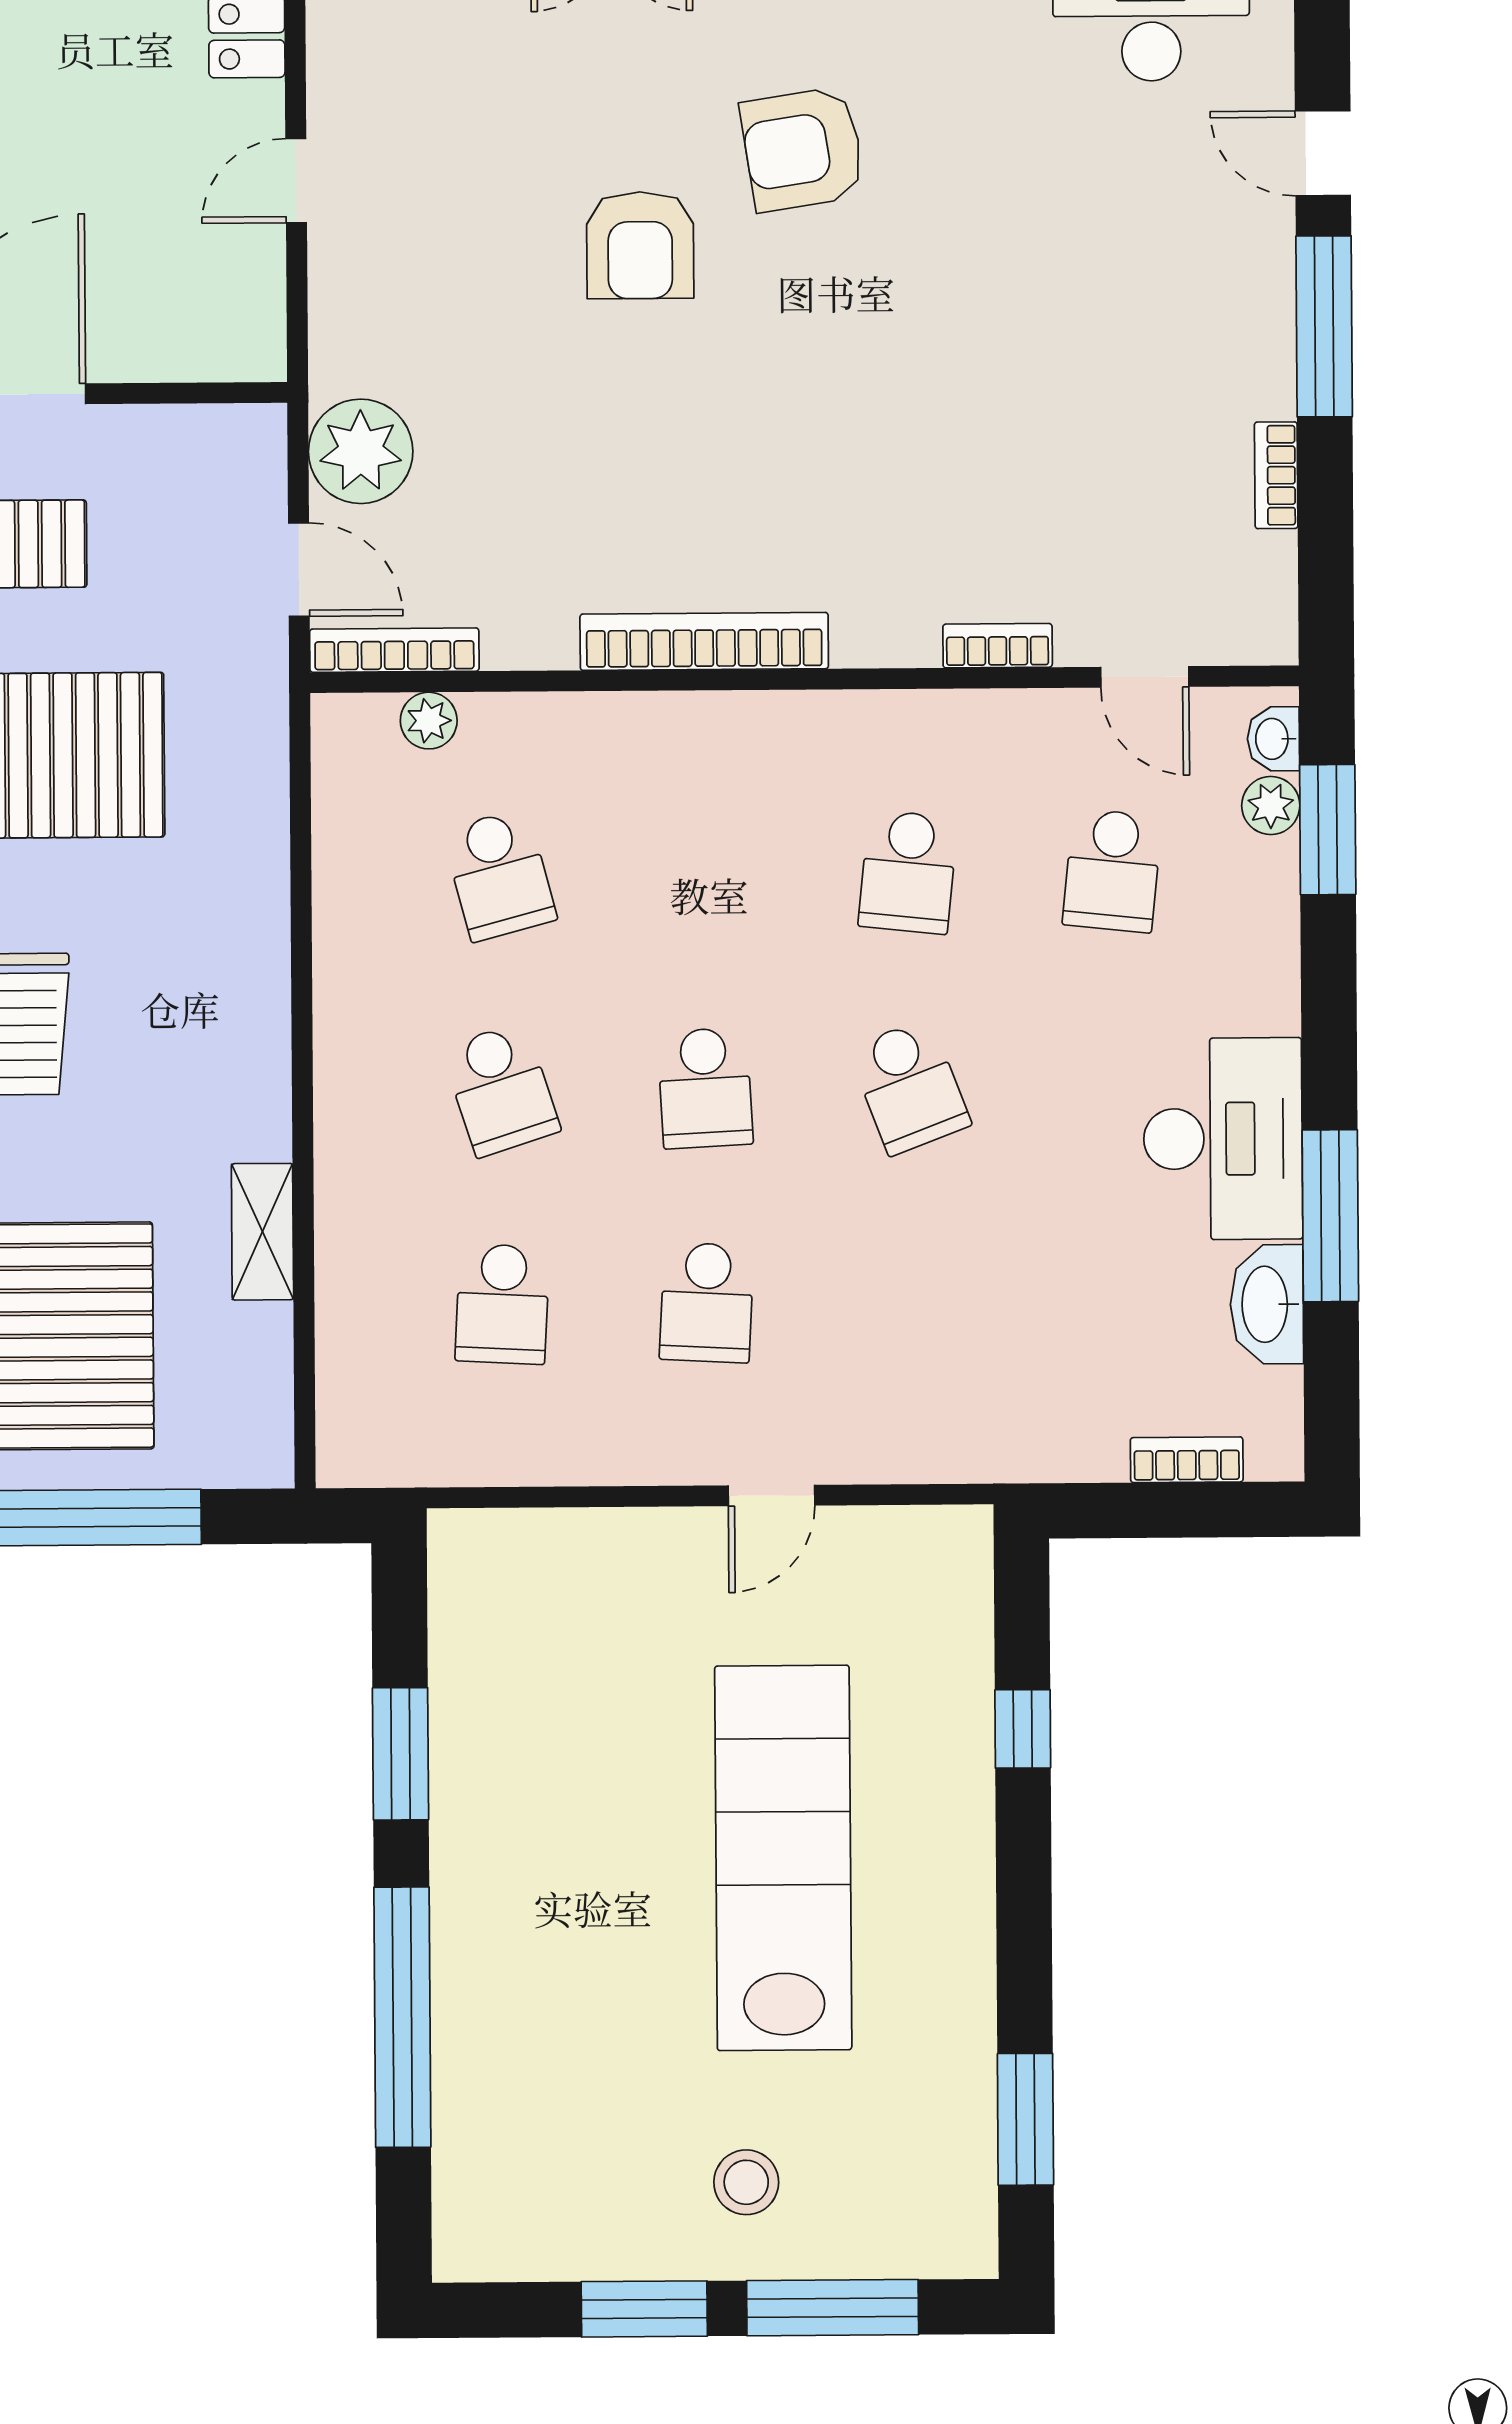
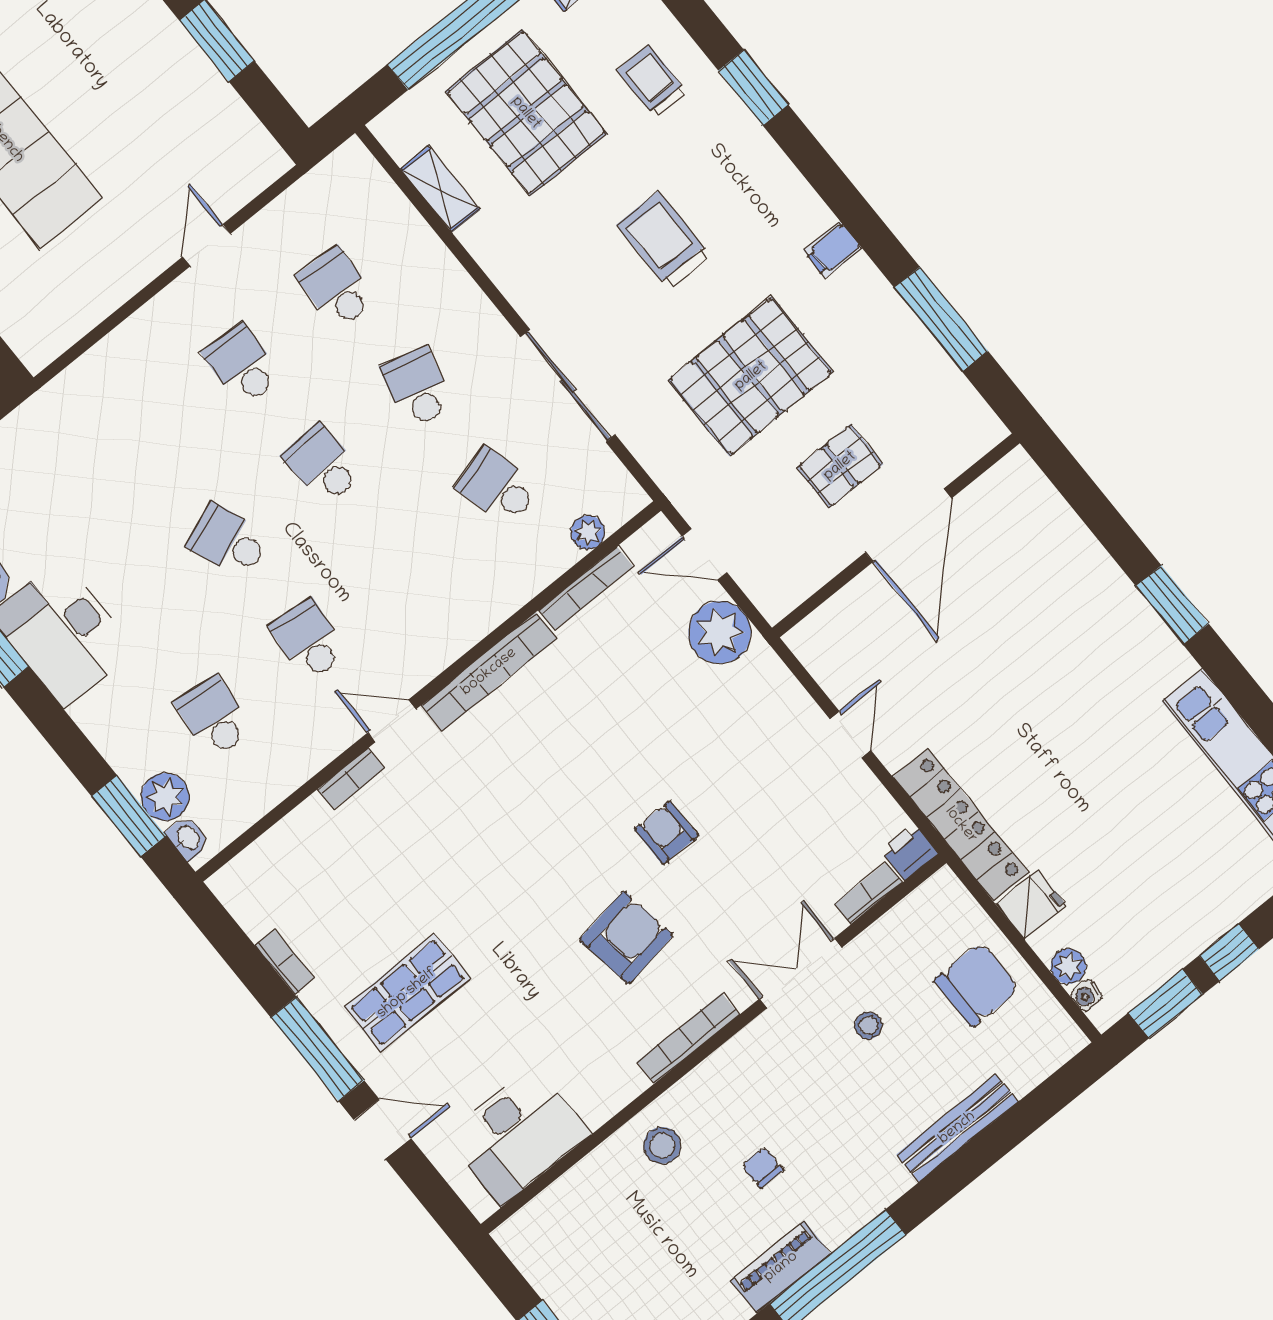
armchair: (640, 245) -> (666, 832), width x0.72, depth x0.72
shop shelf: (1147, 306) -> (407, 993), added
bookcase: (394, 650) -> (586, 588), moved
door: (1145, 677) -> (392, 721), moved
plant: (1271, 805) -> (165, 797), width x1.38, depth x1.38
sliding door: (301, 934) -> (568, 386), added
school desk: (501, 1089) -> (417, 387), turned 33
shelving: (262, 1232) -> (440, 189), moved
door: (772, 1496) -> (206, 245), moved

